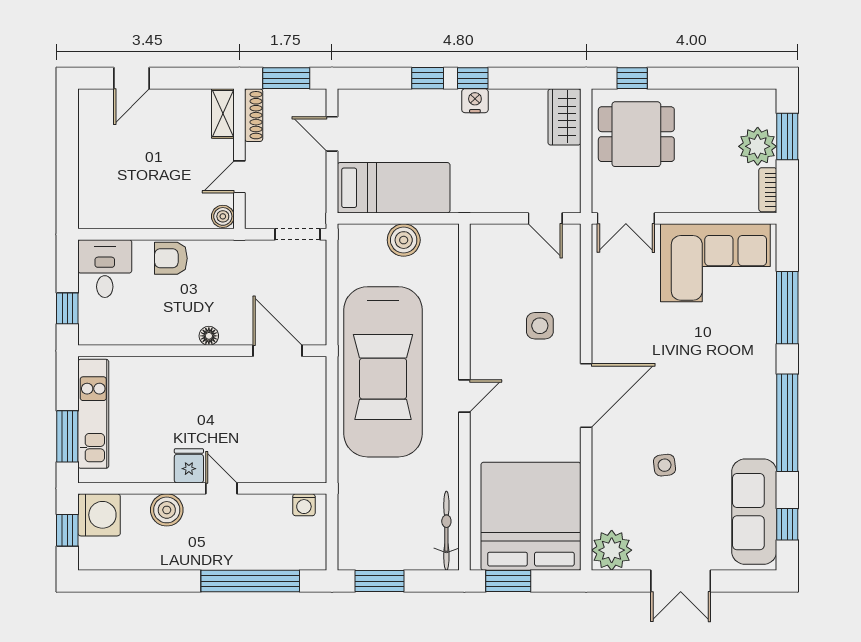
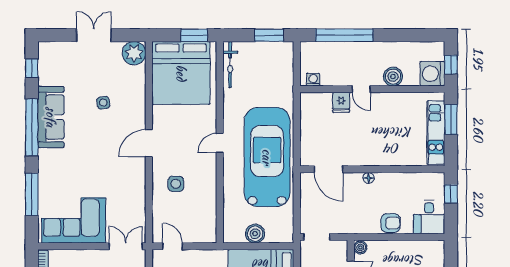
door: (586, 396) -> (149, 143), width x0.73
fridge: (189, 466) -> (341, 102), moved
sofa: (754, 512) -> (51, 117), moved

